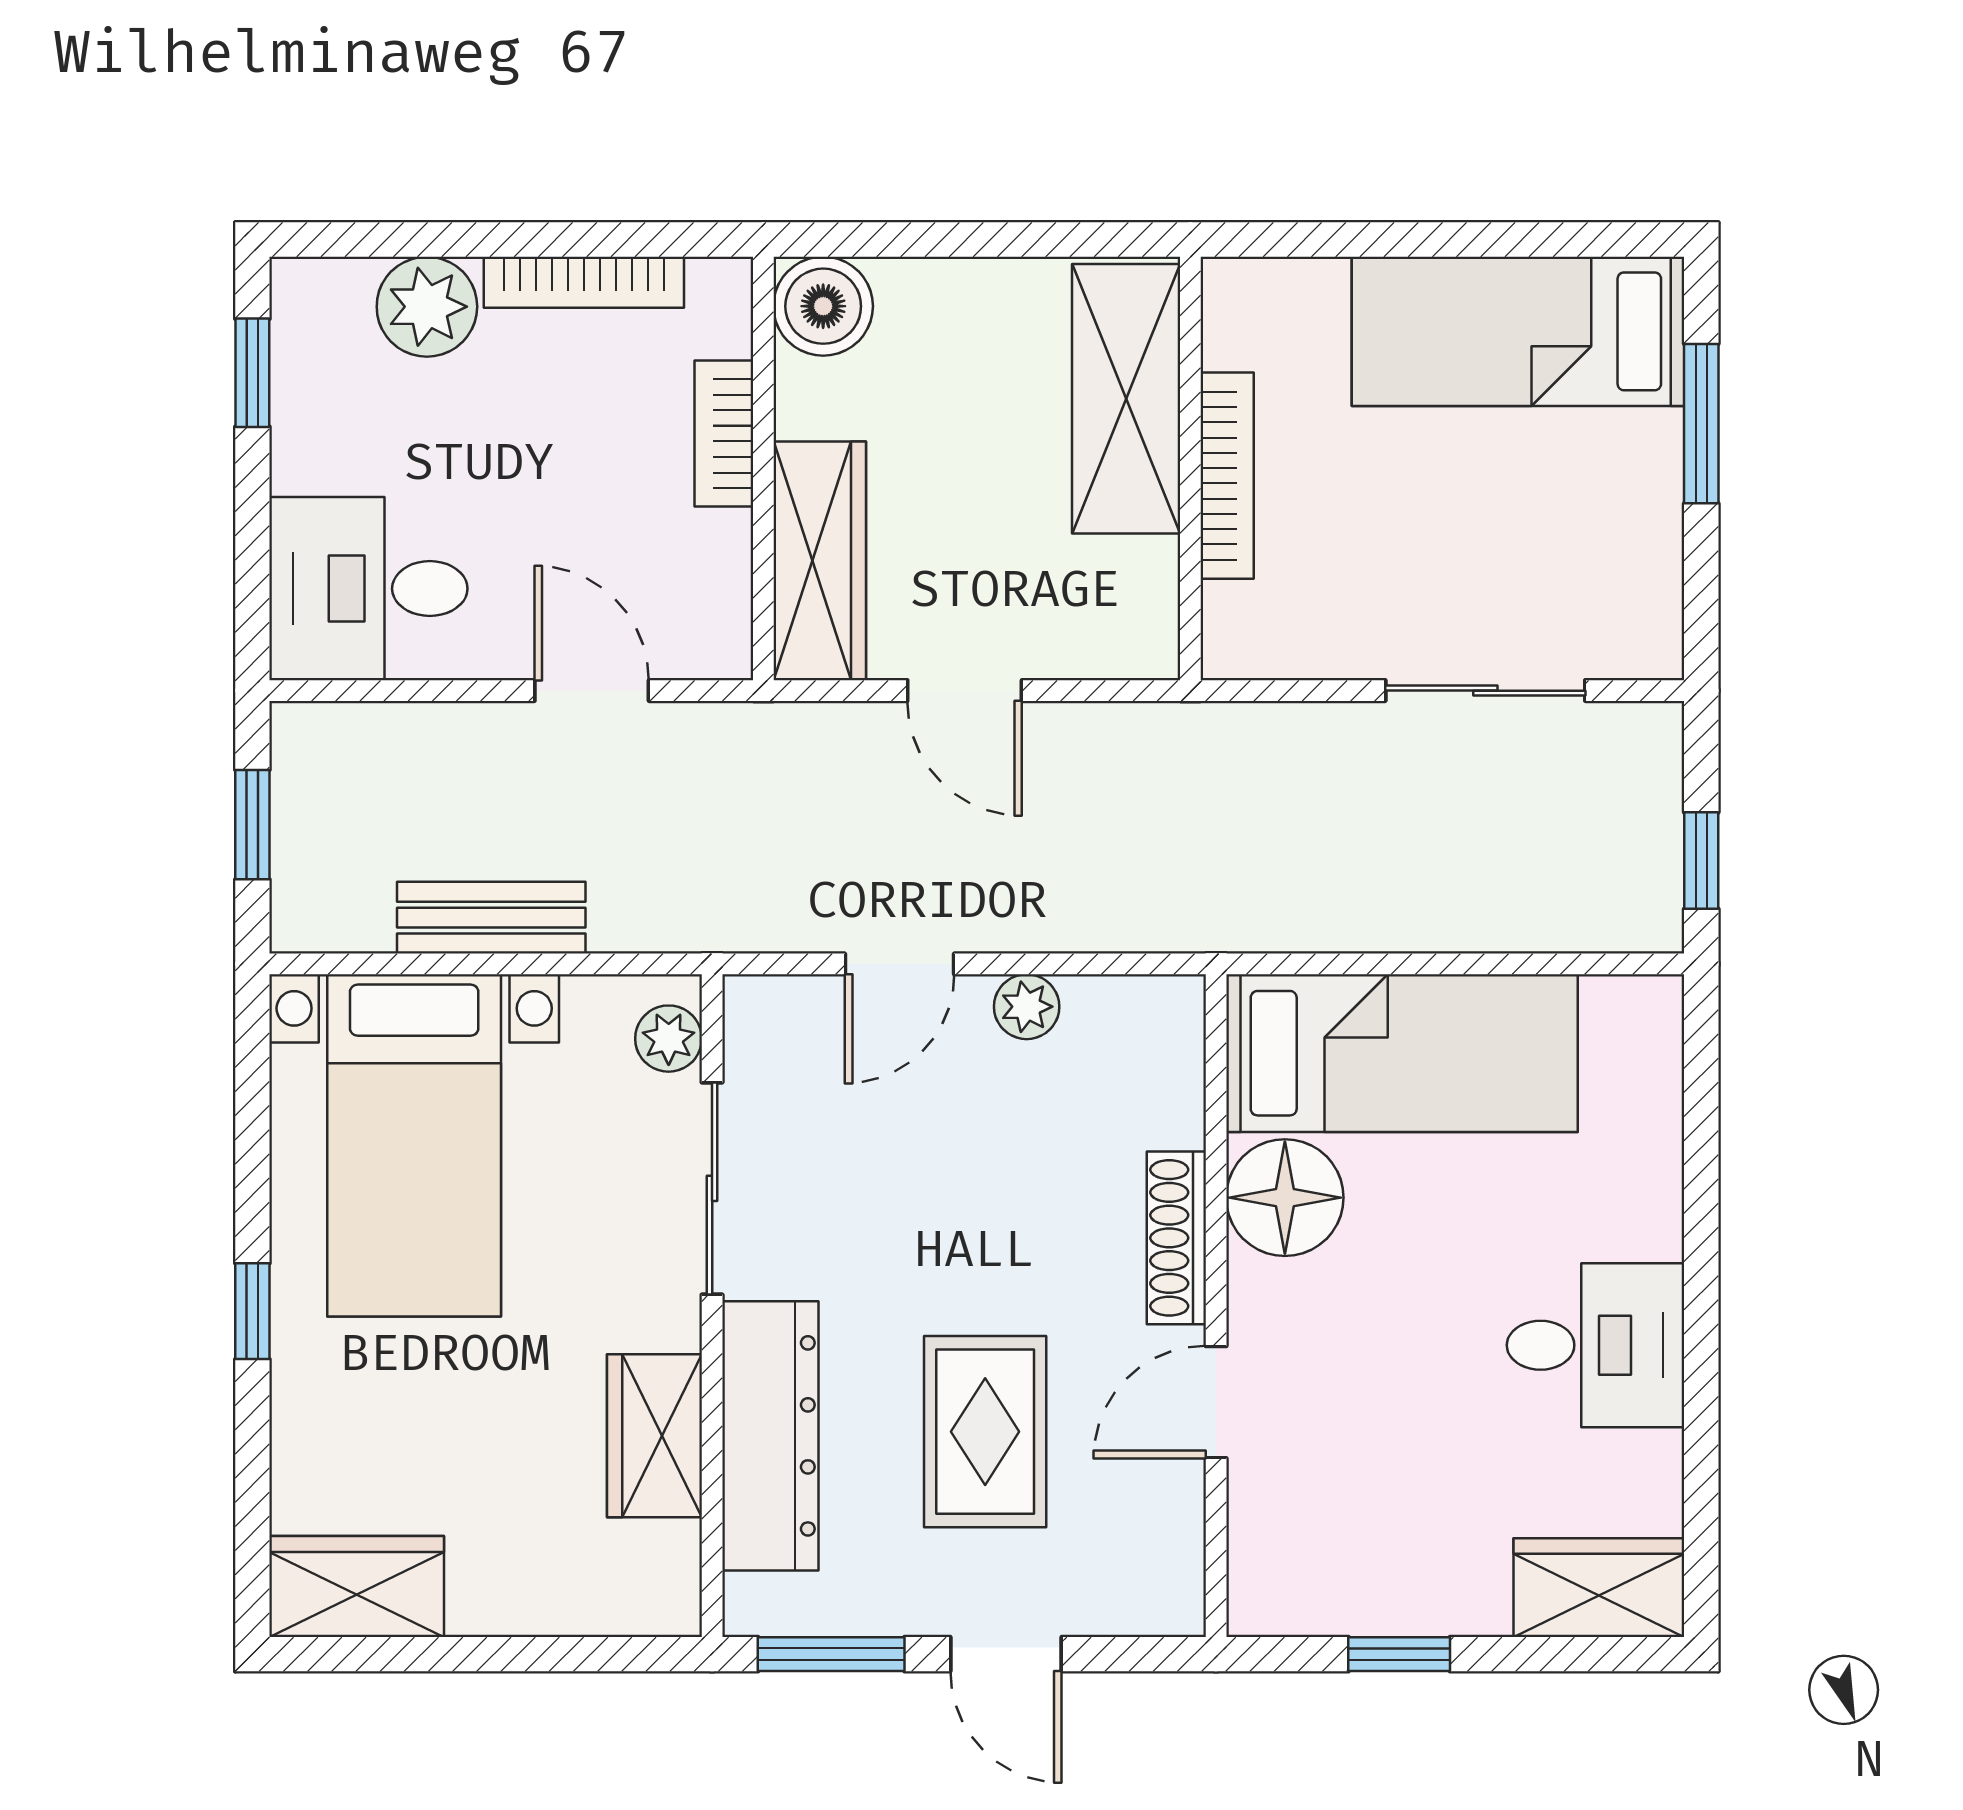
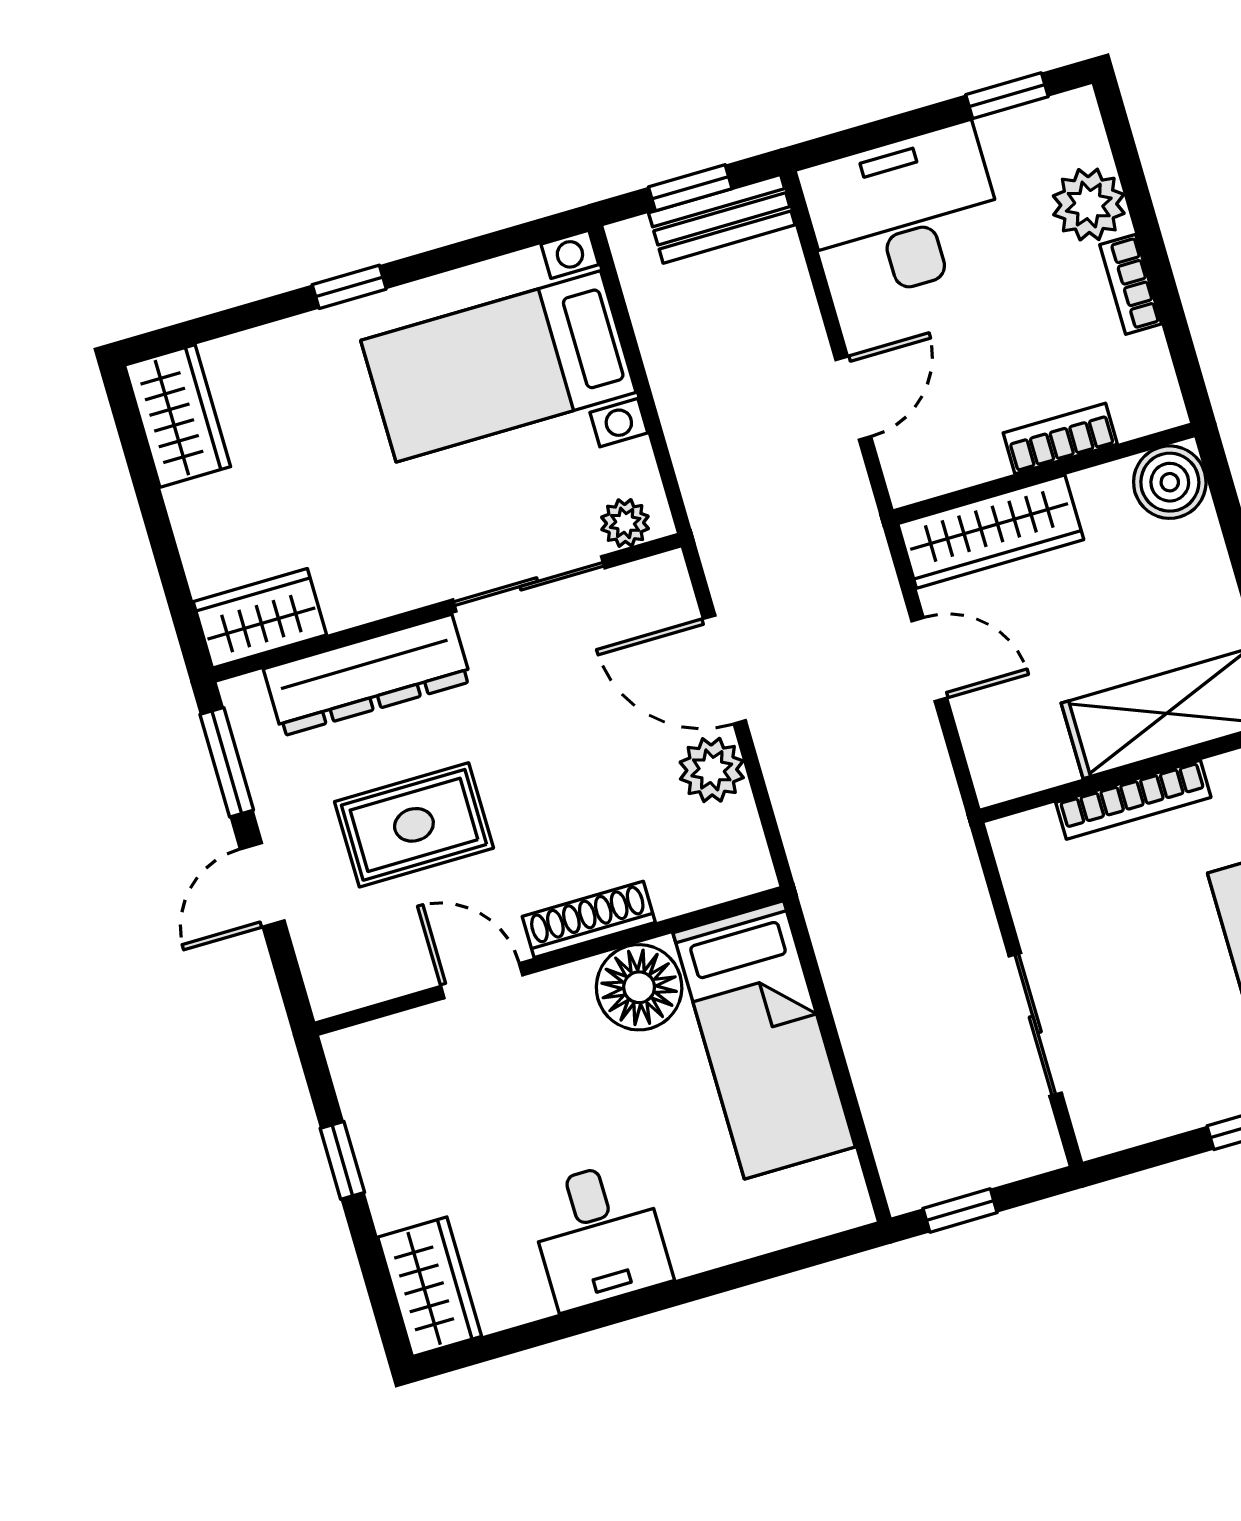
bookcase: (584, 282) -> (1131, 284), width x0.64
desk: (368, 589) -> (903, 214), width x1.37
door: (965, 691) -> (929, 660), swing flipped
bench: (491, 918) -> (722, 219), moved, turned 90
door: (899, 964) -> (724, 670), width x1.38
plant: (1027, 1007) -> (712, 770), width x1.38, depth x1.38
wardrobe: (654, 1436) -> (260, 618), moved

